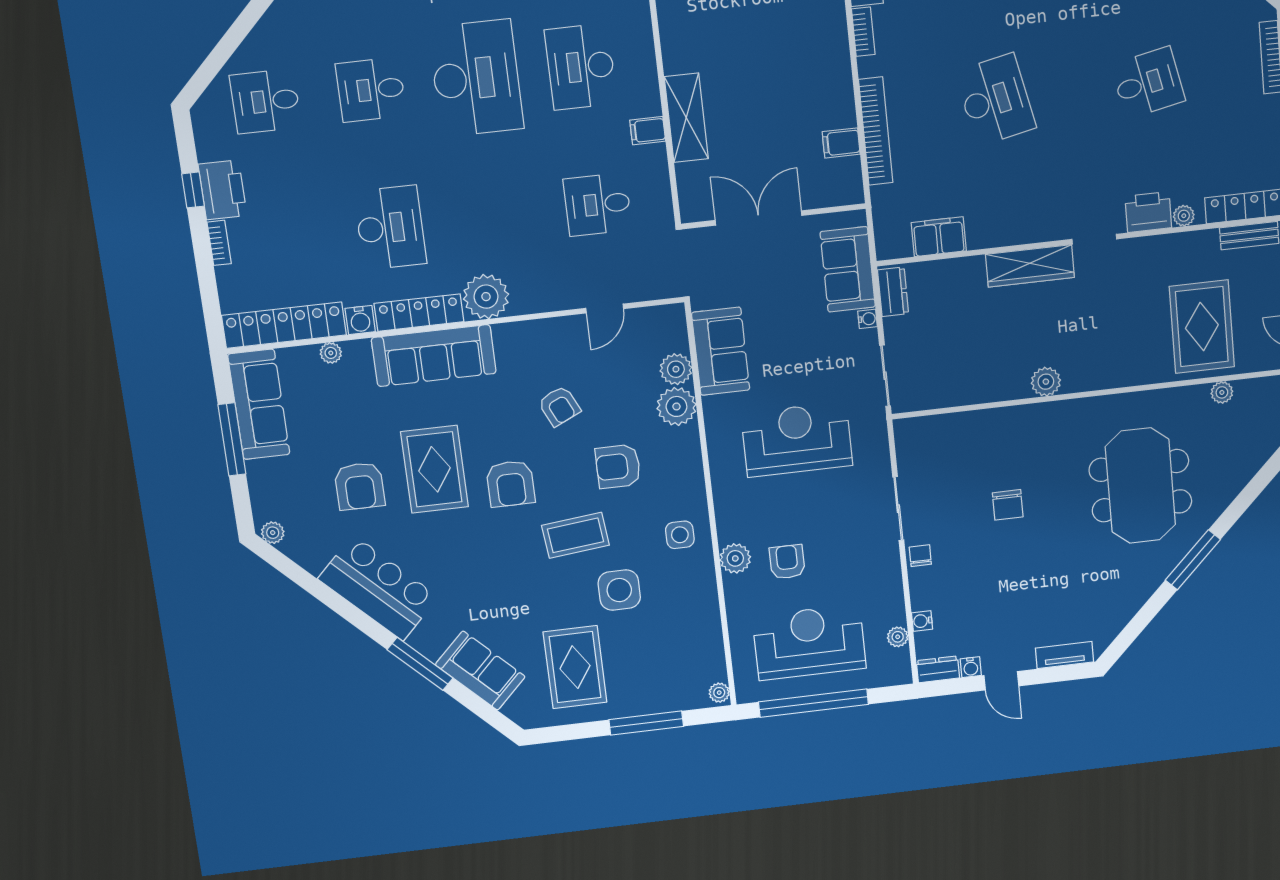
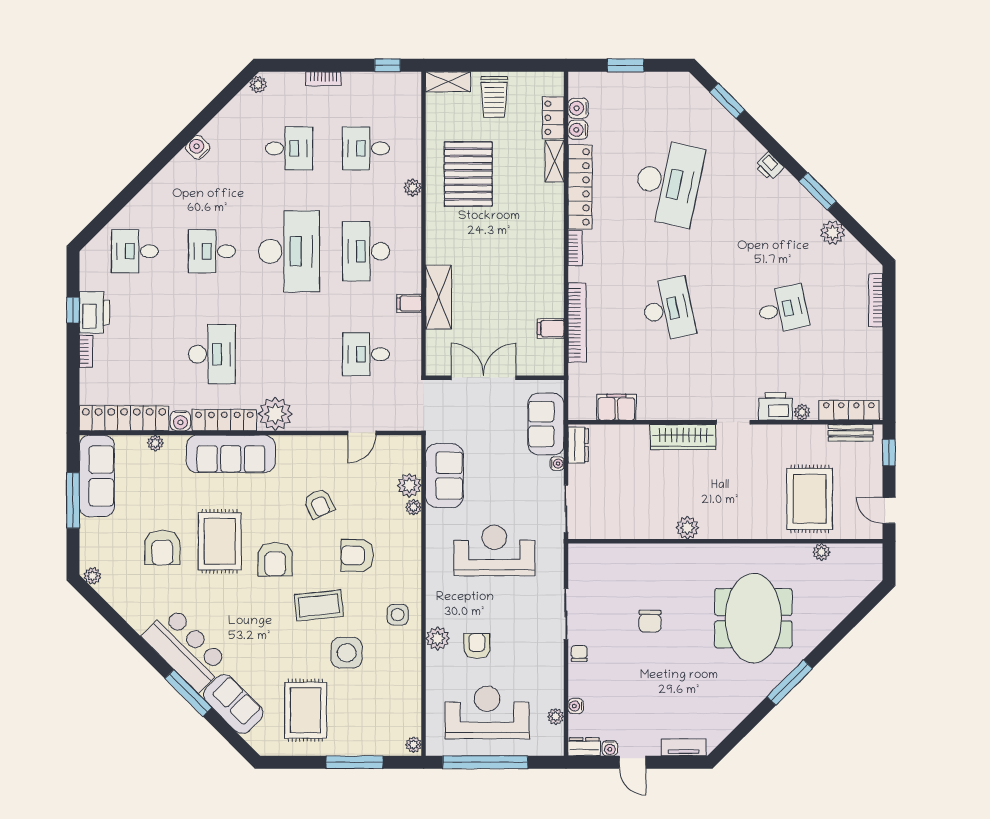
plant: (676, 406) -> (414, 507), width x0.53, depth x0.53
bar counter: (378, 588) -> (185, 649), moved

